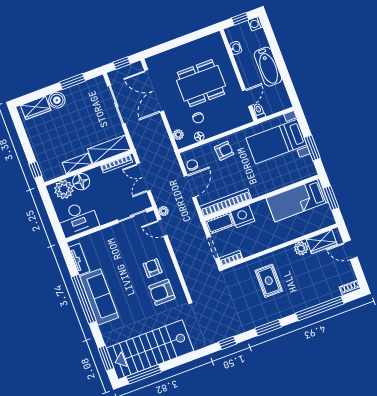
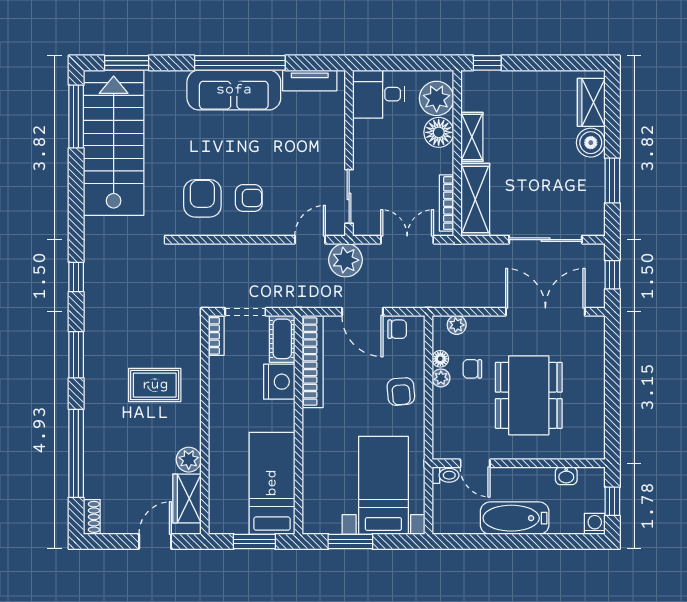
plant: (209, 132) -> (441, 378), added
plant: (164, 211) -> (346, 260), width x1.87, depth x1.87
desk: (78, 219) -> (379, 94), width x0.73

